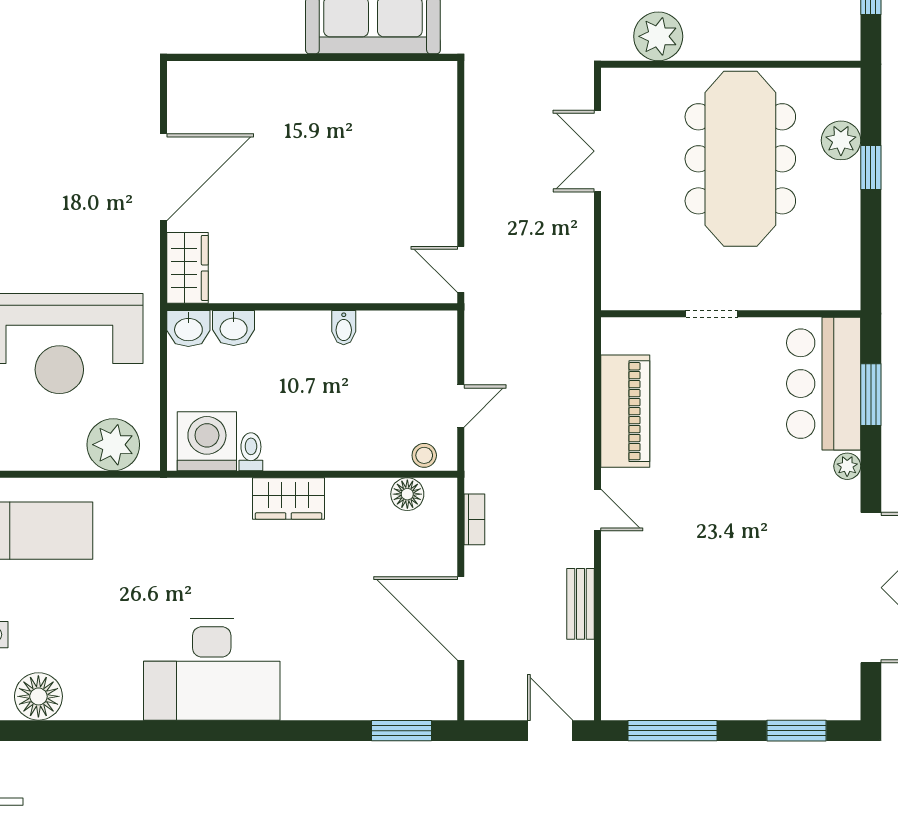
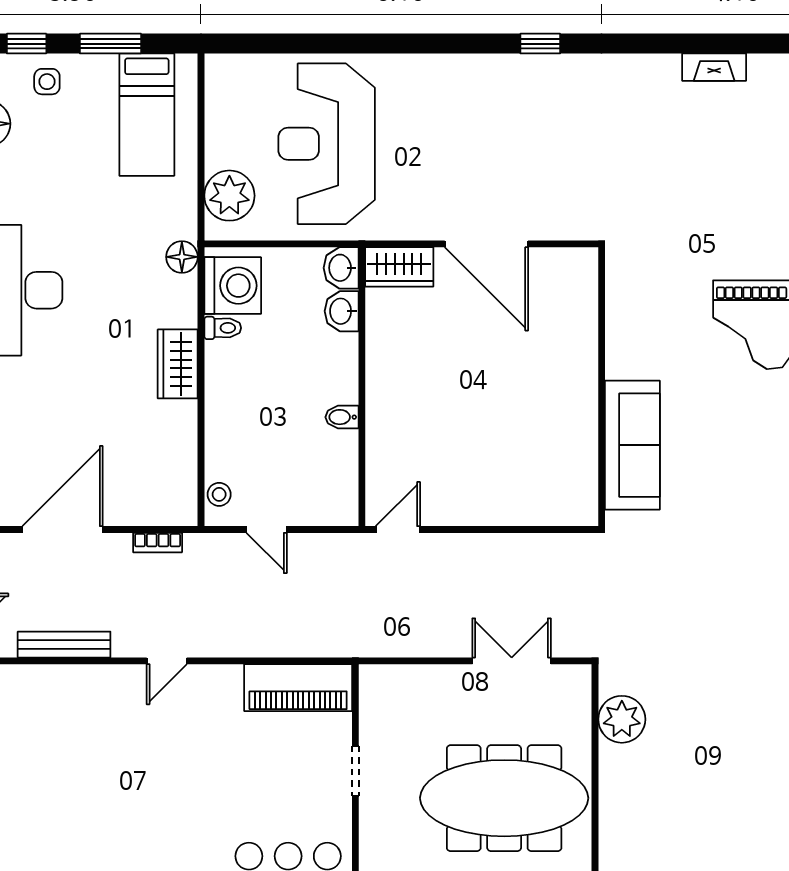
piano: (625, 411) -> (298, 688), moved
floor lamp: (407, 494) -> (182, 257), moved
bench: (581, 604) -> (64, 645), width x1.36

